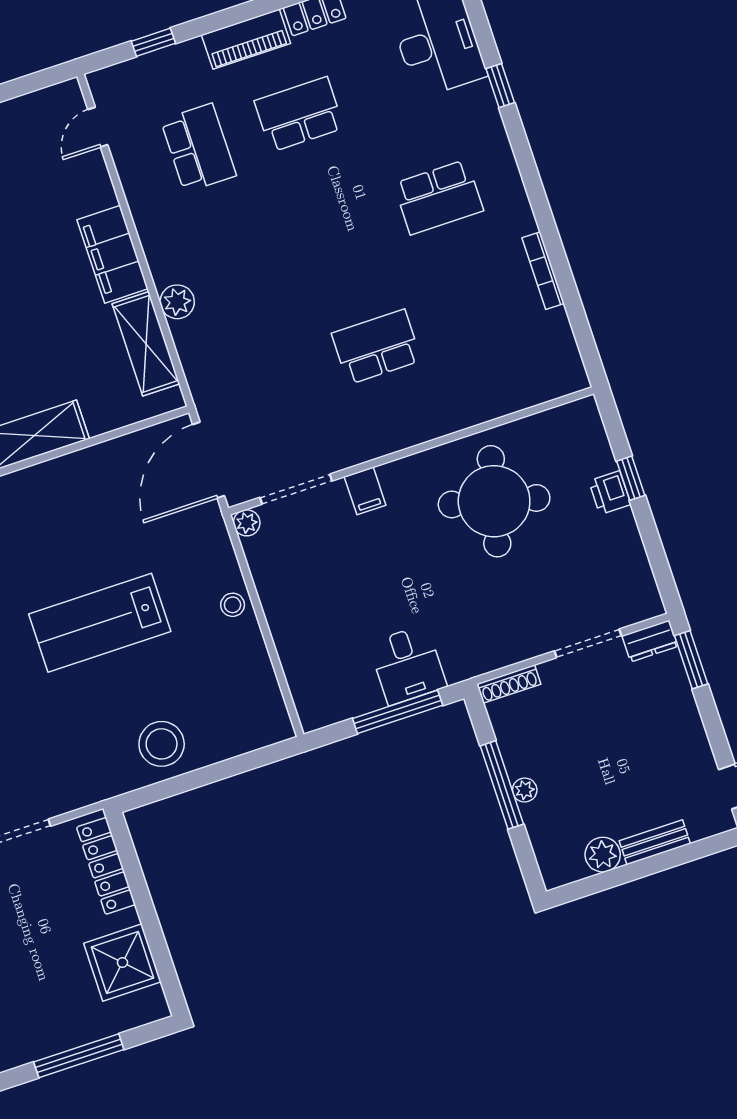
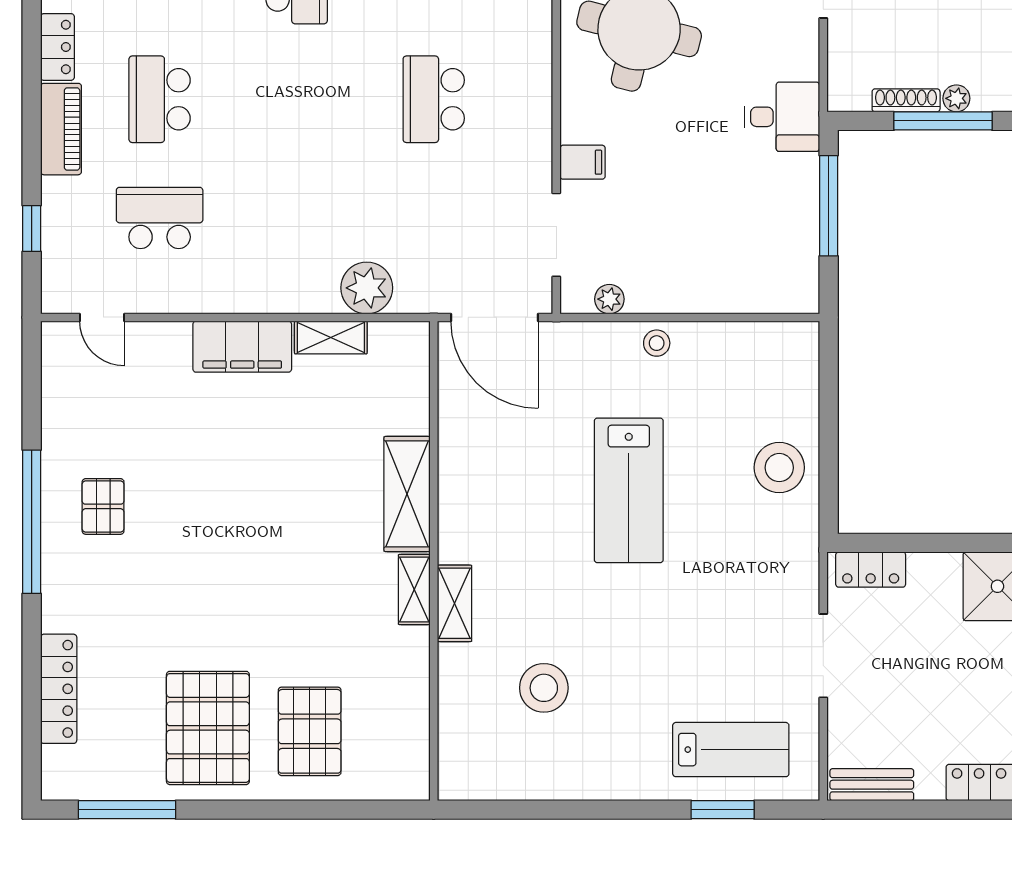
plant: (177, 302) -> (367, 288), moved, width x1.36, depth x1.36
shelving: (146, 344) -> (331, 337), width x0.67, depth x0.75
plant: (247, 523) -> (609, 299), moved
desk: (408, 665) -> (782, 117), moved
shoe rack: (509, 684) -> (906, 100), moved, turned -90
locker: (106, 866) -> (871, 570), width x0.66

